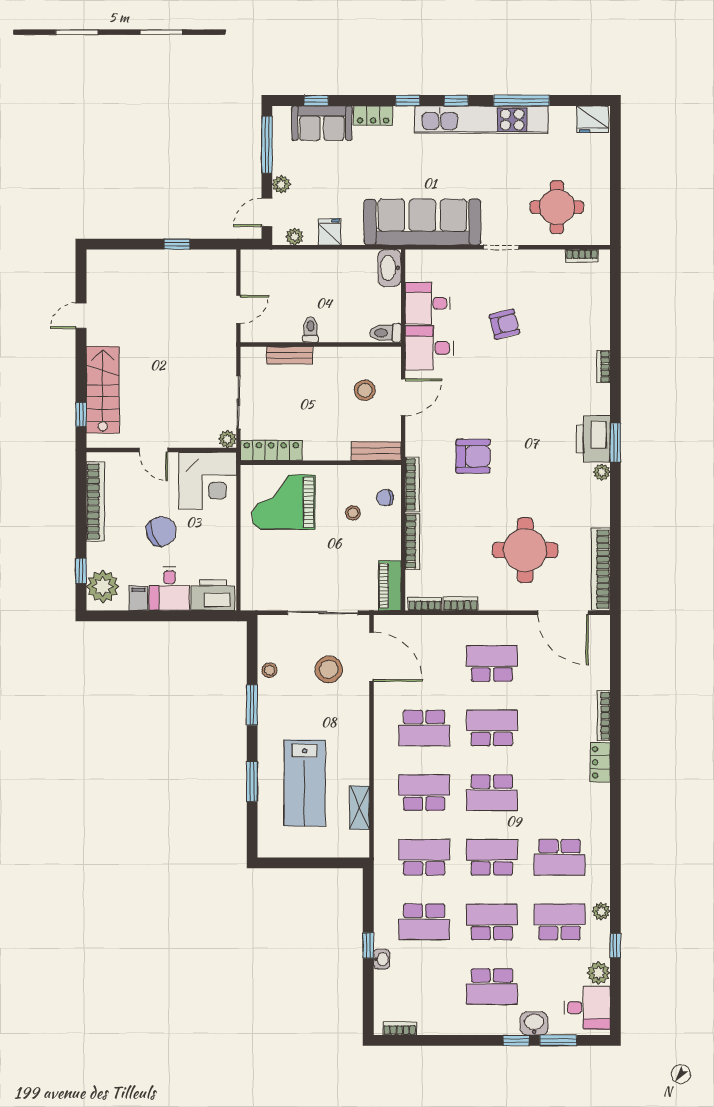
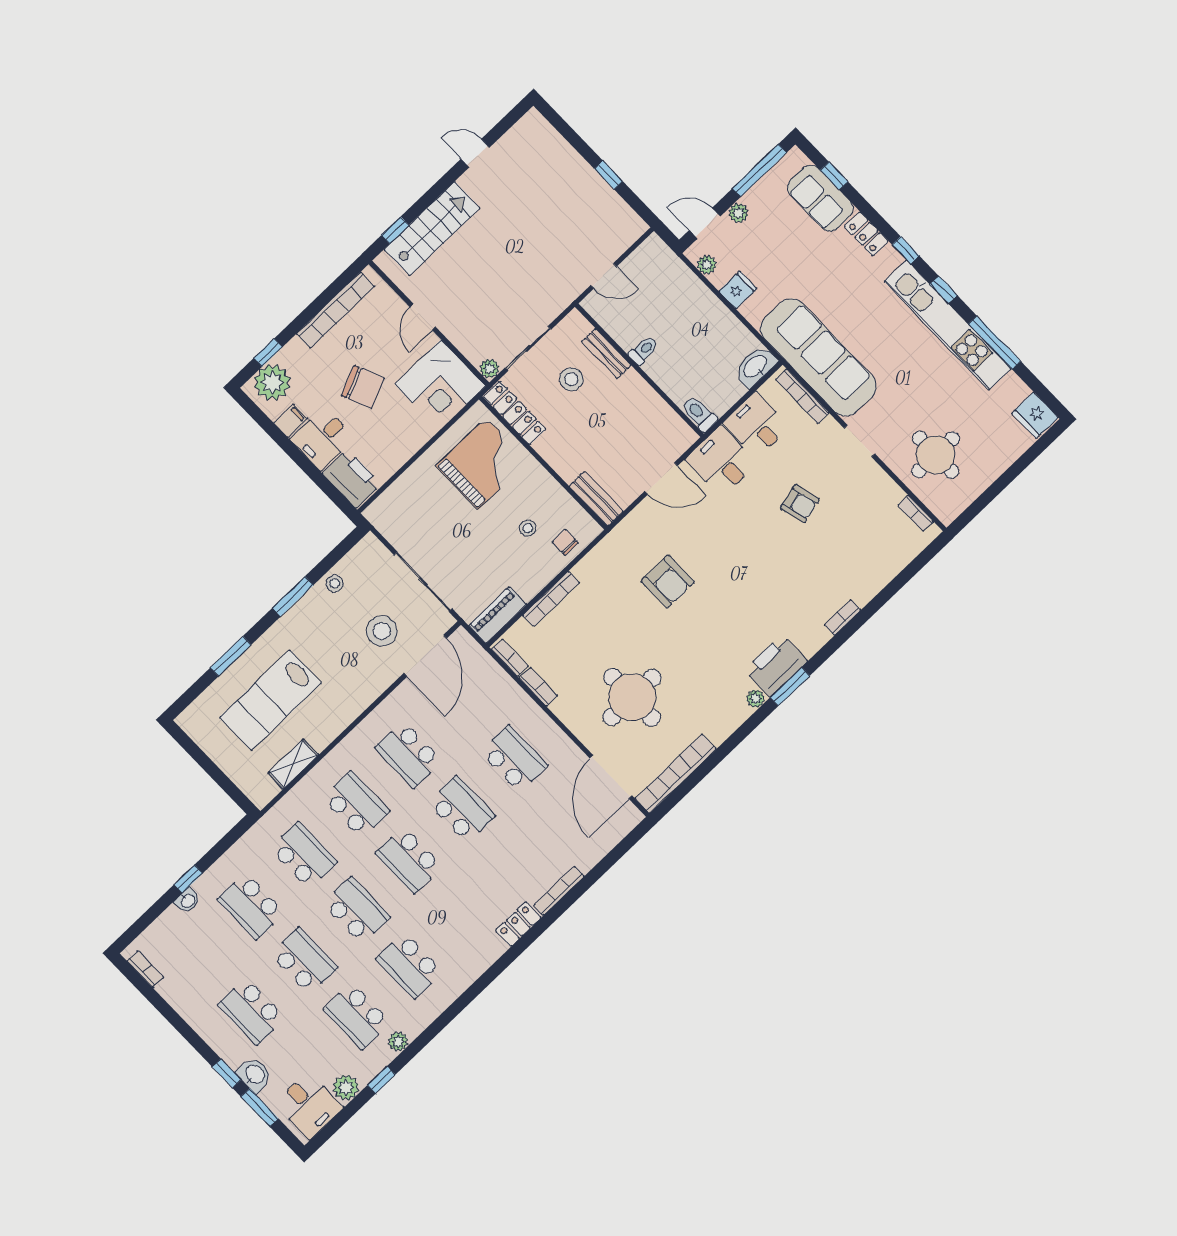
stool: (365, 390) -> (571, 379), moved
bookcase: (412, 484) -> (802, 396), moved, turned 90
grand piano: (283, 502) -> (482, 463), turned 90
school desk: (560, 922) -> (357, 1016), turned 180

